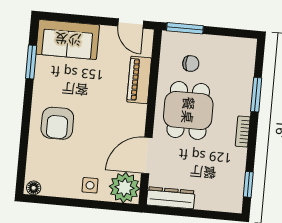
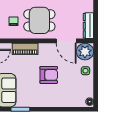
armchair: (57, 123) -> (49, 75), moved

